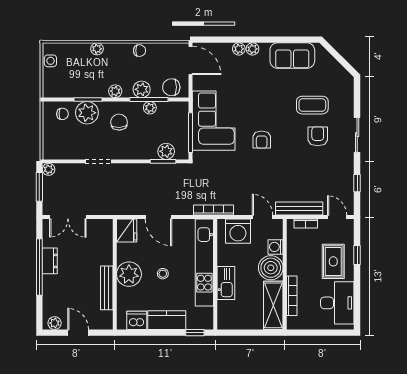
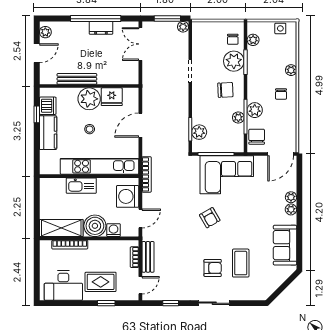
chair: (140, 51) -> (281, 94), moved
plant: (115, 91) -> (253, 40), moved
armchair: (262, 140) -> (210, 218), turned -120
bench: (299, 209) -> (148, 257), width x0.73
fridge: (127, 230) -> (112, 97), moved
window: (195, 333) -> (37, 114), moved

